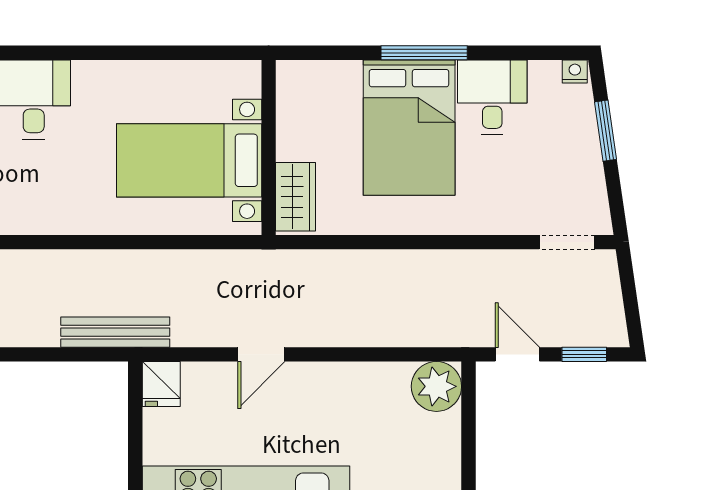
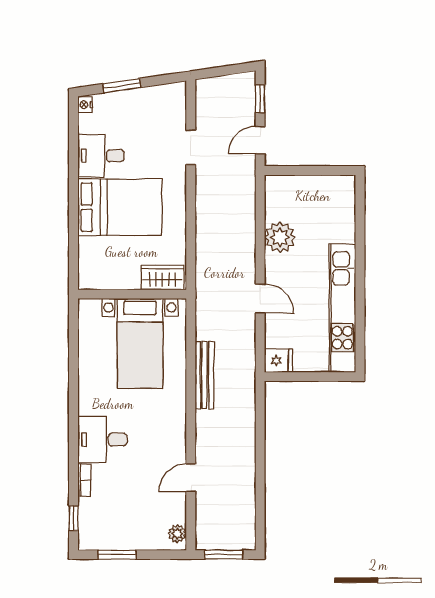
window: (424, 53) -> (73, 198), removed
doorway: (567, 242) -> (191, 147), moved
bench: (115, 332) -> (204, 375), moved
plant: (436, 386) -> (280, 237), moved

